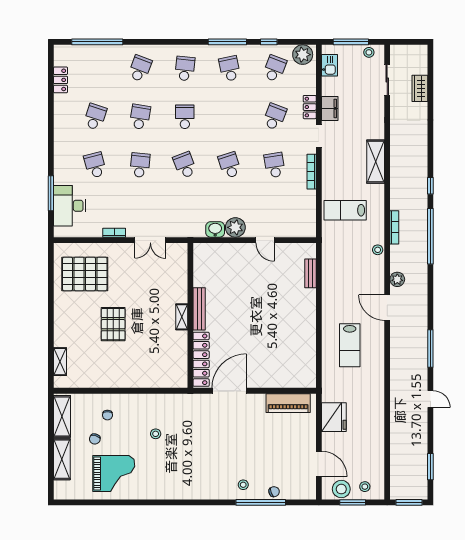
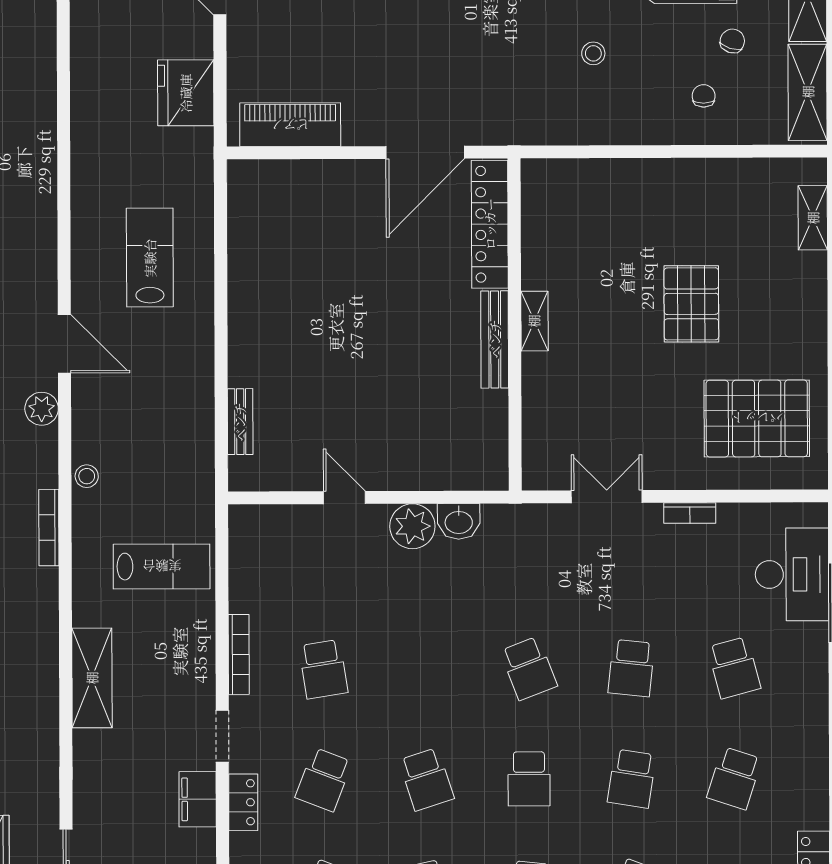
school desk: (230, 165) -> (426, 779), moved

